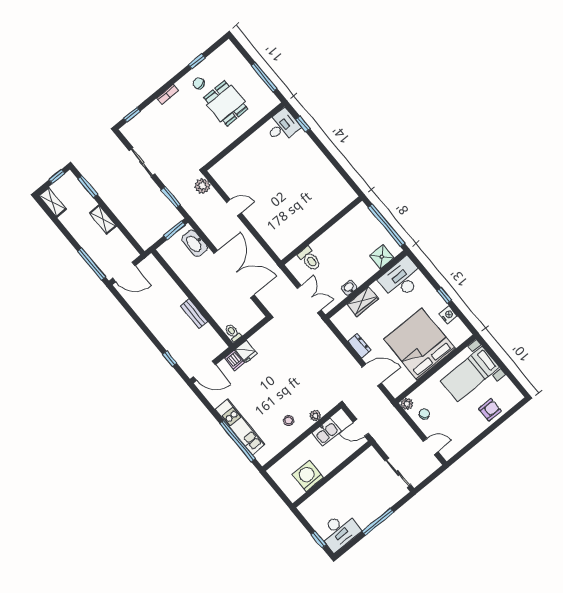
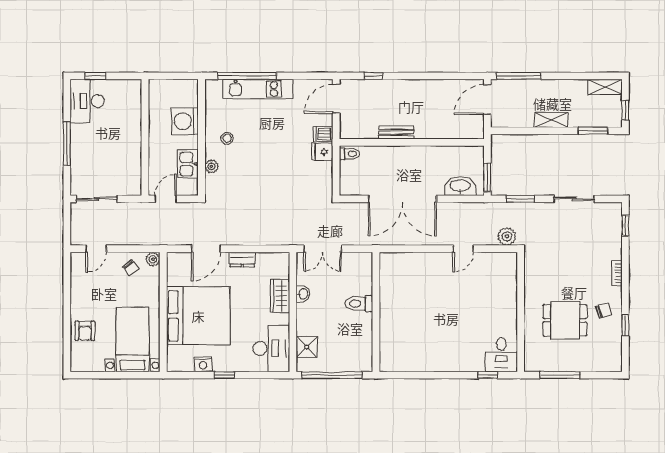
toilet: (310, 259) -> (359, 304), moved
washing machine: (308, 476) -> (185, 121), moved, turned 180

